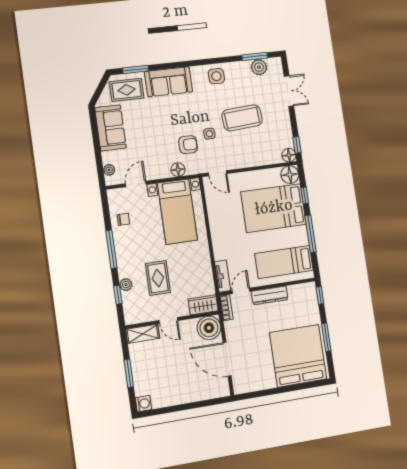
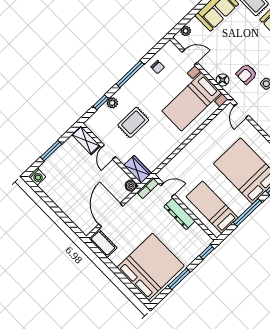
armchair: (188, 145) -> (246, 74), turned 90
tv unit: (223, 276) -> (169, 169), removed
boiler: (209, 328) -> (131, 186), width x0.54, depth x0.54
cot: (247, 385) -> (103, 243), added

